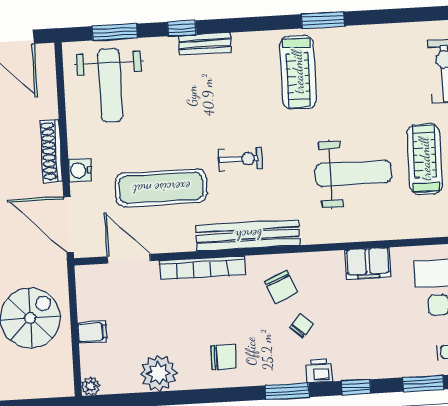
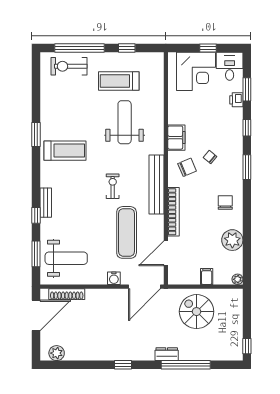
shoe rack: (51, 151) -> (67, 294), moved
filing cabinet: (368, 263) -> (176, 138), moved
printer: (319, 371) -> (236, 100), moved

